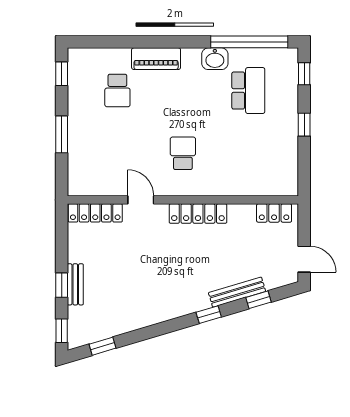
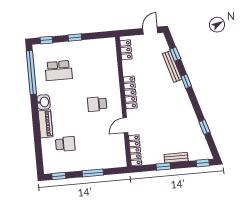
washbasin: (215, 59) -> (44, 102), moved
school desk: (248, 91) -> (59, 71), turned 180
window: (62, 285) -> (163, 167), moved
window: (103, 346) -> (204, 127), moved

